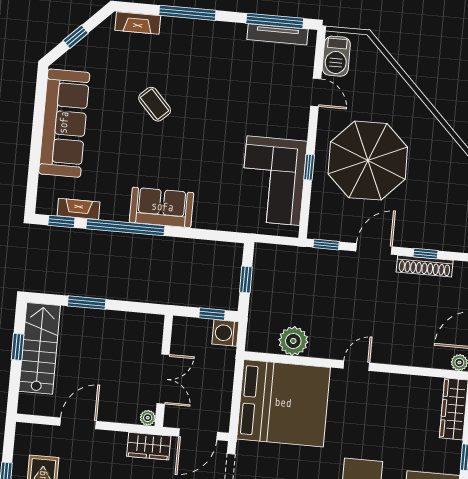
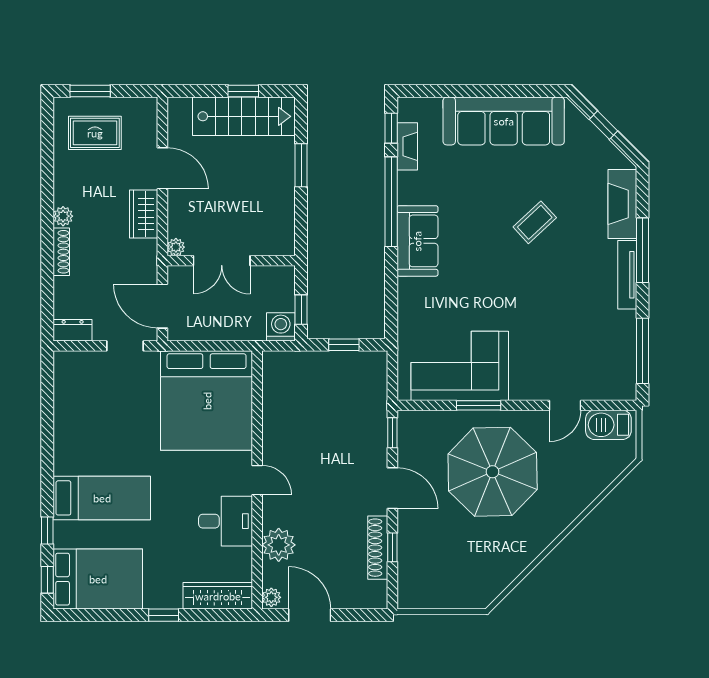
fireplace: (138, 23) -> (622, 204), width x1.37, depth x1.32
tv unit: (278, 34) -> (627, 275), moved
window: (309, 167) -> (479, 405), width x1.50
plant: (293, 341) -> (279, 545), moved
desk: (390, 396) -> (226, 521), added
wardrobe: (149, 446) -> (144, 214), moved

